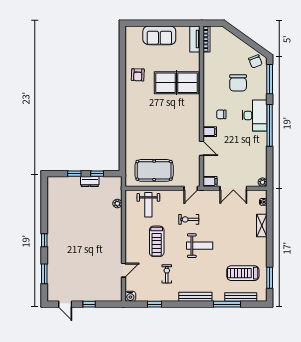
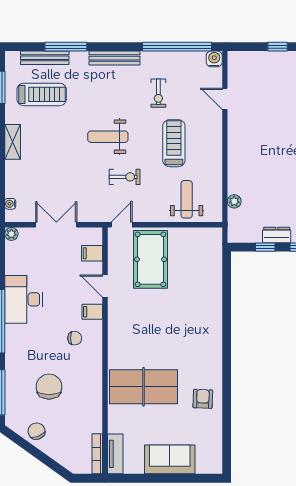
chair: (255, 61) -> (37, 431), moved
desk: (255, 115) -> (24, 299), moved
pool table: (154, 170) -> (150, 259), moved, turned 90
filing cabinet: (210, 181) -> (92, 253), moved
shelving: (262, 225) -> (13, 142), moved
door: (123, 270) -> (225, 99), hinge flipped
window: (155, 304) -> (177, 47), width x3.17

